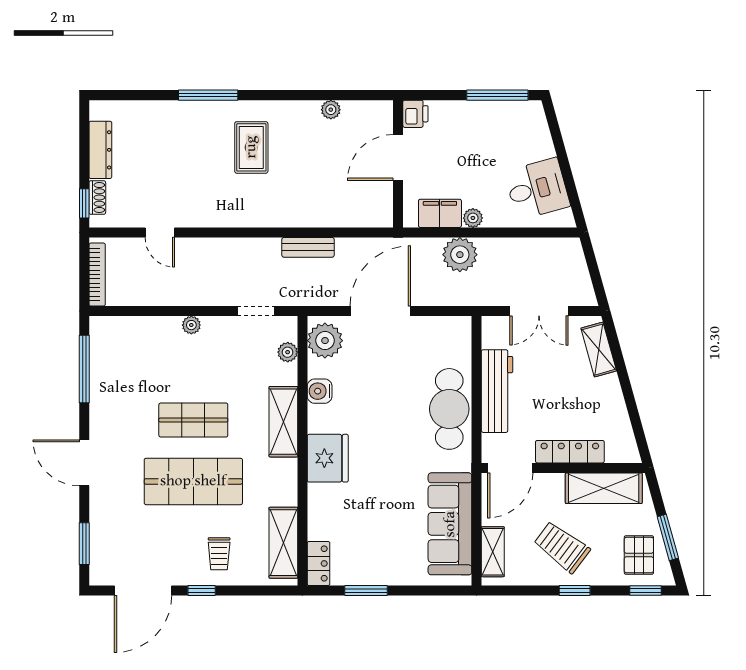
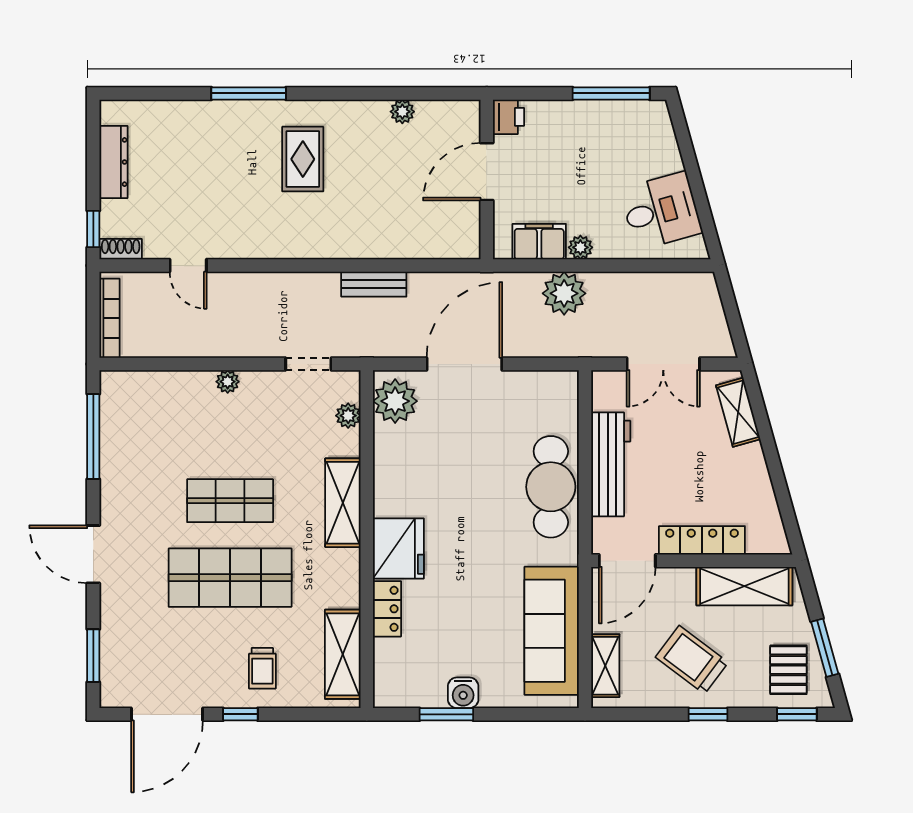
shoe rack: (97, 197) -> (121, 249), moved, turned -90
water cooler: (320, 391) -> (463, 693), moved, turned -90
locker: (319, 563) -> (387, 609), moved

